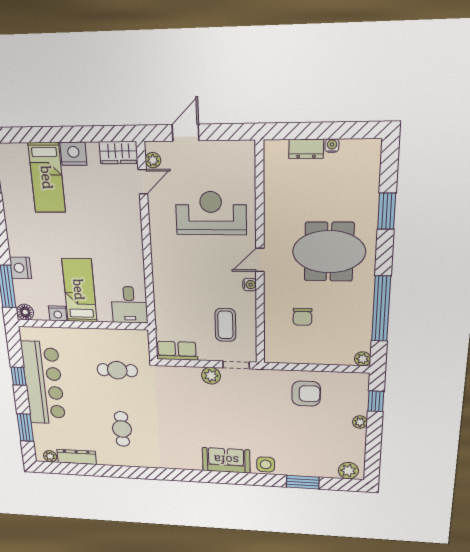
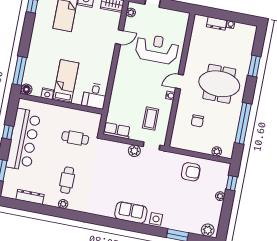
door: (143, 182) -> (119, 37), moved
nightstand: (21, 268) -> (33, 61), removed
plant: (363, 359) -> (217, 151), moved
plant: (50, 456) -> (63, 204), moved

